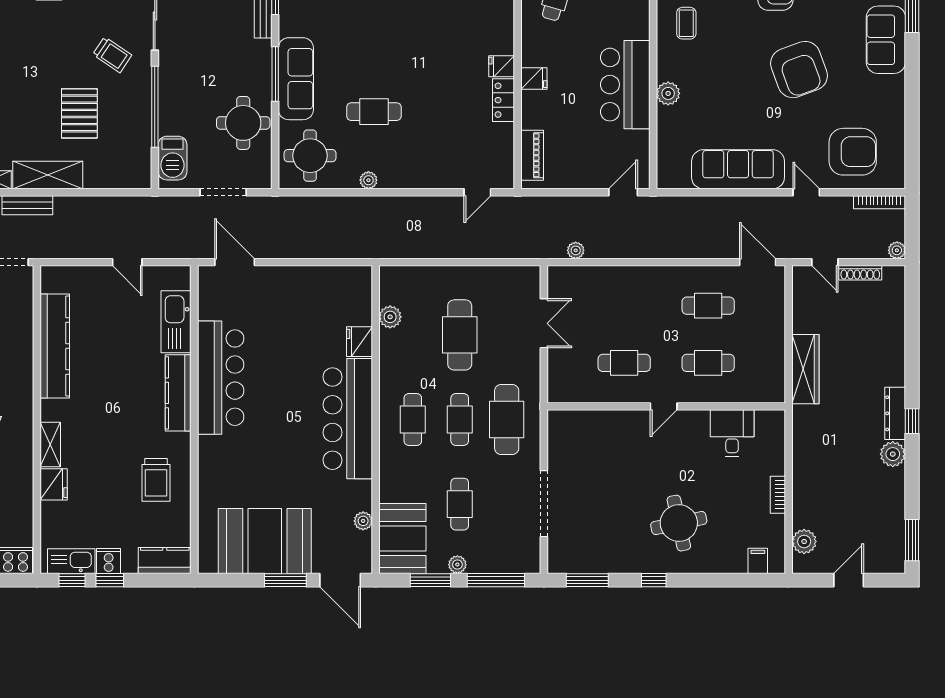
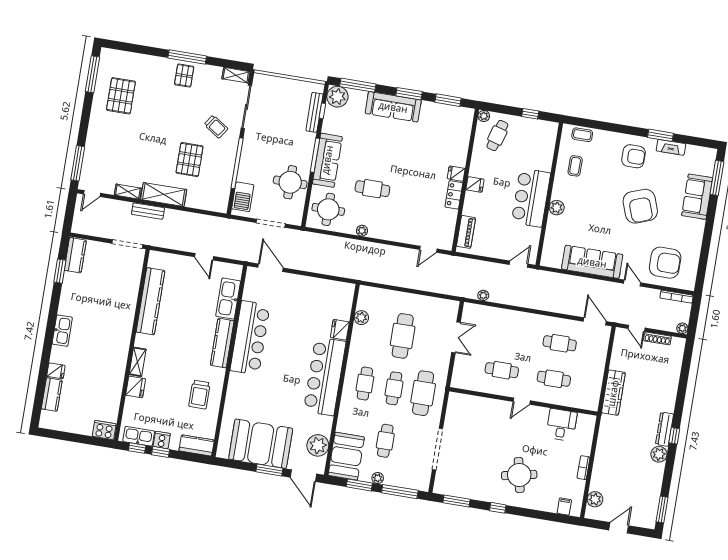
plant: (363, 521) -> (318, 445), width x1.88, depth x1.88

